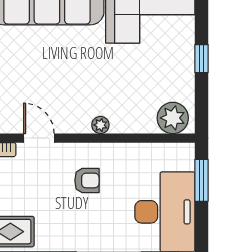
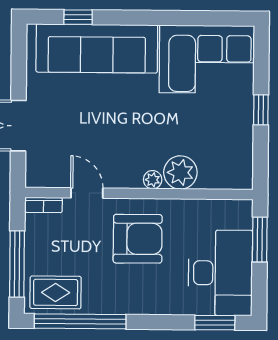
plant: (173, 118) -> (180, 172), moved
armchair: (87, 181) -> (138, 239), width x1.88, depth x1.88

